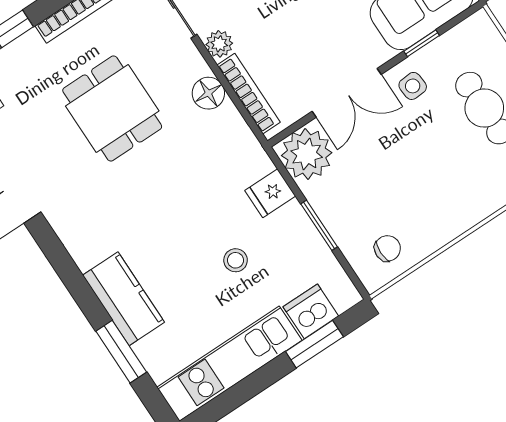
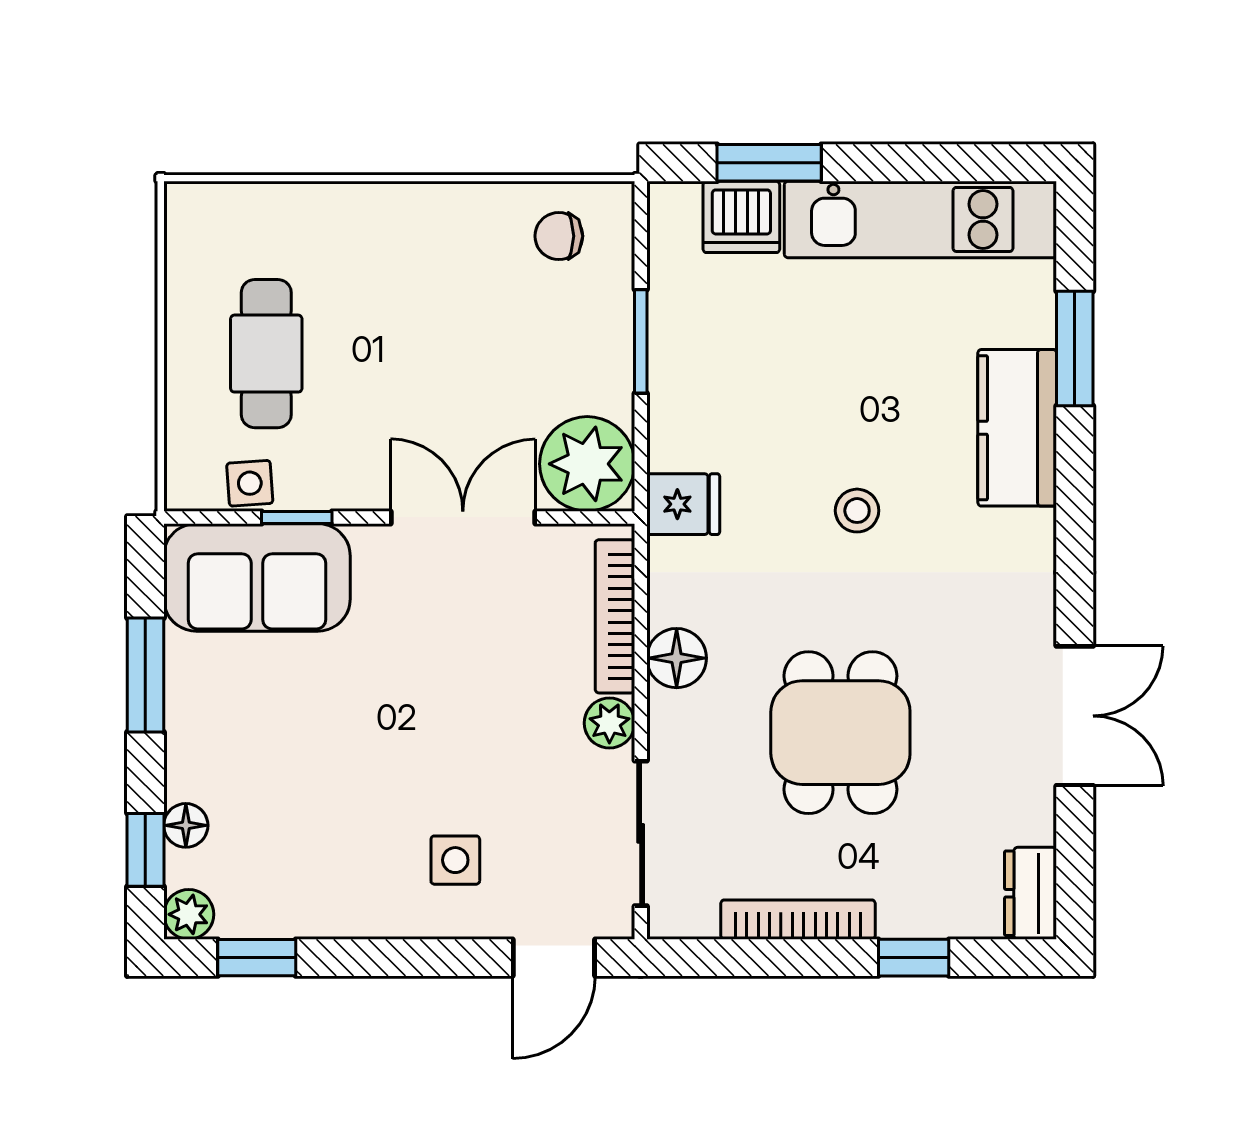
side table: (413, 86) -> (250, 483), moved
fridge: (270, 193) -> (683, 504), moved
stool: (236, 260) -> (857, 511), moved

